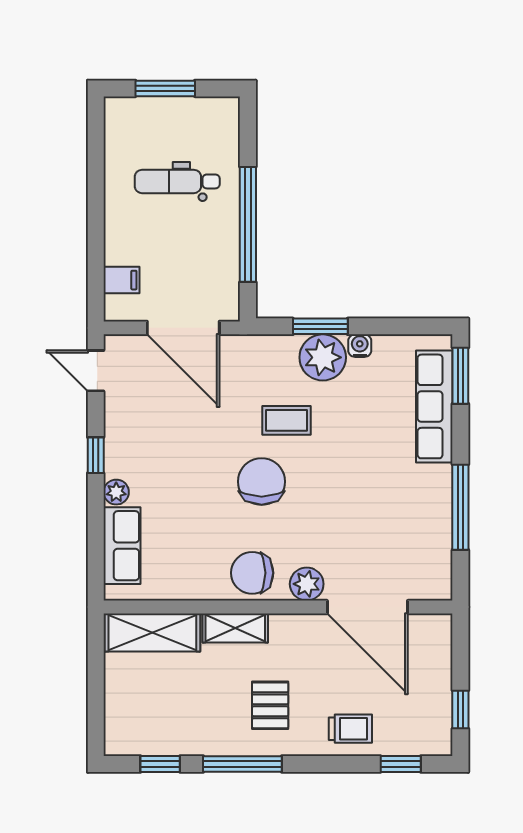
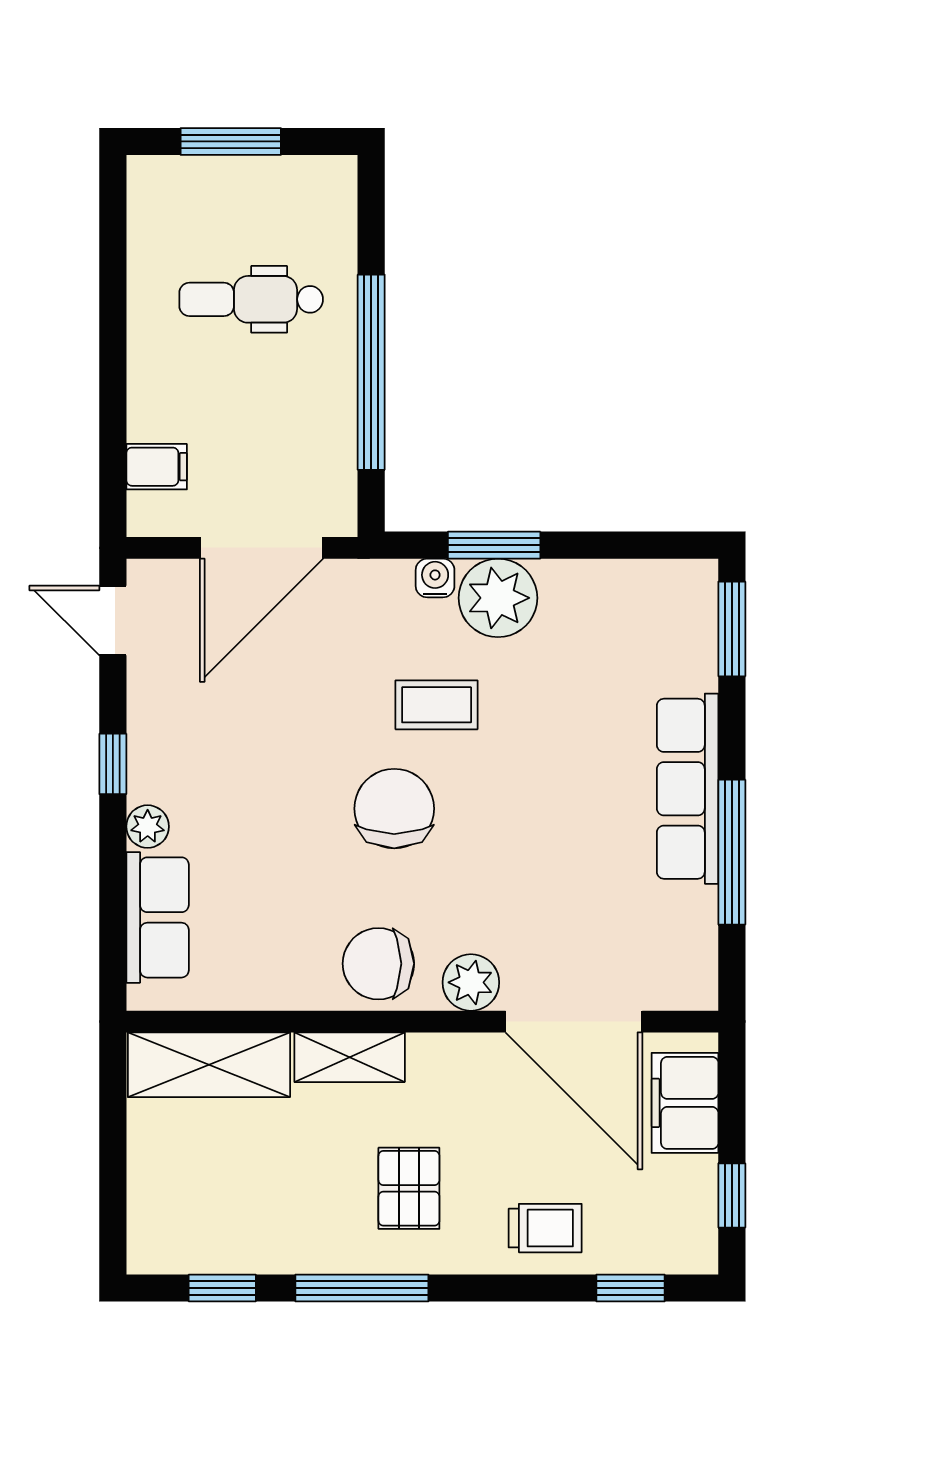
door: (183, 328) -> (261, 548), hinge flipped
water cooler: (360, 346) -> (435, 578), moved
row of seats: (434, 406) -> (688, 789), moved
filing cabinet: (433, 655) -> (685, 1103), added

